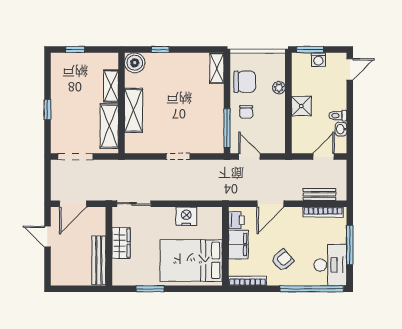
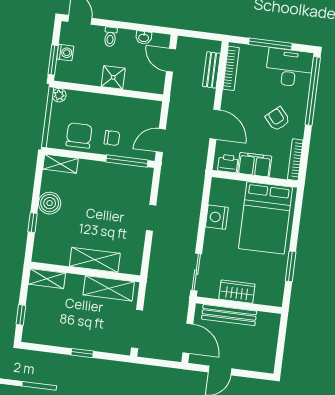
boiler: (135, 63) -> (50, 203), moved
shelving: (111, 86) -> (47, 279), moved
plant: (279, 88) -> (59, 95), moved
toilet: (338, 116) -> (110, 37), moved
bench: (99, 260) -> (229, 315), moved

